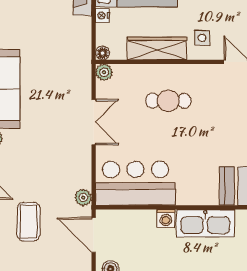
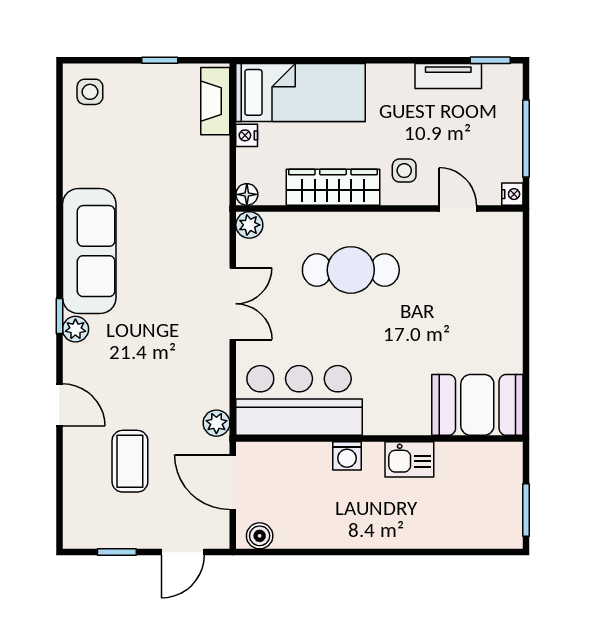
cafe table: (168, 101) -> (351, 270), width x1.37, depth x1.35
kitchen sink: (205, 223) -> (409, 459), width x0.53, depth x0.81

